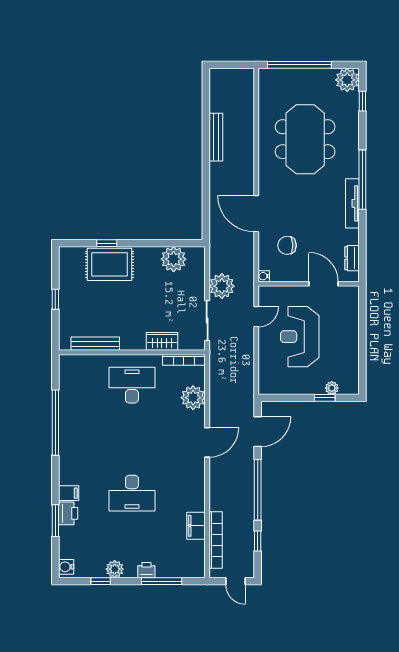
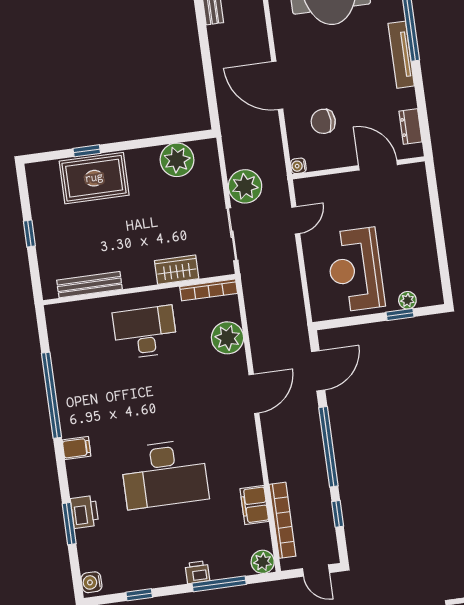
reception desk: (300, 337) -> (355, 270), moved
filing cabinet: (69, 493) -> (77, 448), moved
desk: (132, 493) -> (164, 474), width x1.36, depth x1.30
plant: (115, 569) -> (263, 562), moved

